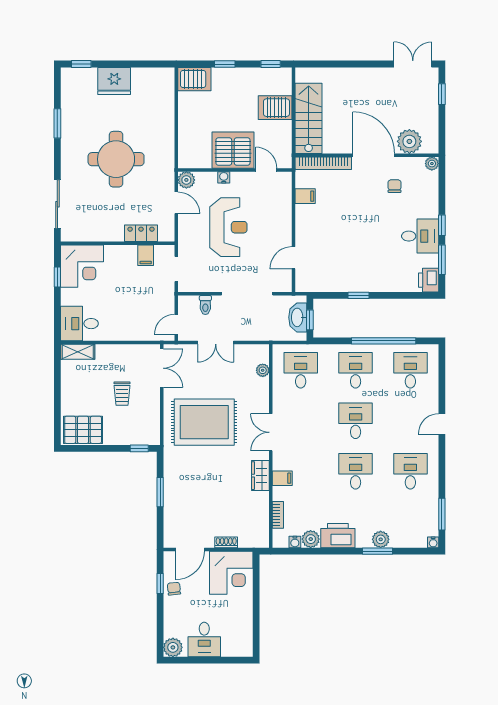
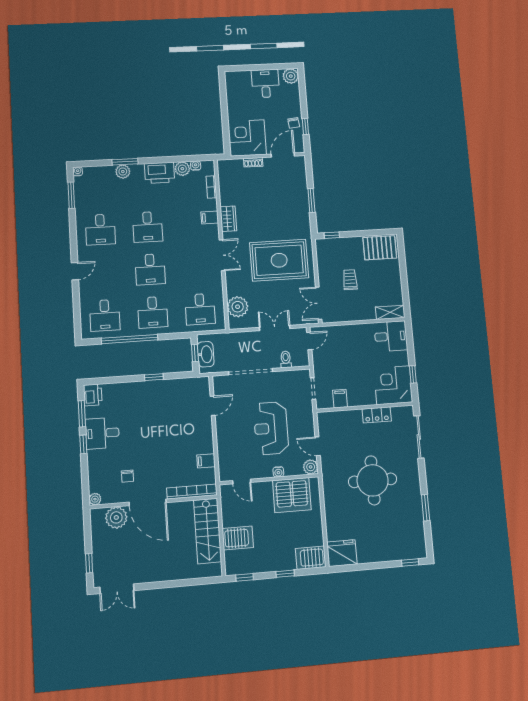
fridge: (114, 81) -> (342, 553), moved
server rack: (233, 150) -> (292, 495), moved
locker: (141, 233) -> (377, 415), moved
plant: (263, 370) -> (238, 307), width x1.87, depth x1.87

